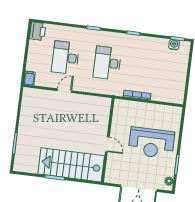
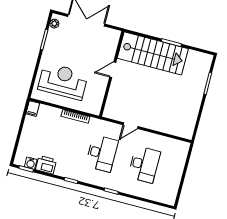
printer: (38, 31) -> (46, 165), moved, turned 90
filing cabinet: (29, 78) -> (33, 109), moved
door: (64, 91) -> (131, 126), moved
reception desk: (151, 143) -> (63, 81), moved
door: (107, 144) -> (113, 70), hinge flipped

